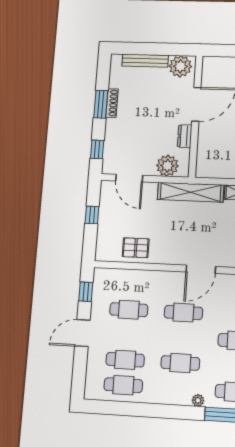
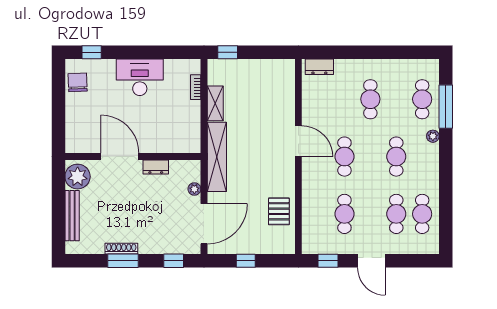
plant: (167, 166) -> (194, 189), width x0.53, depth x0.53
door: (129, 178) -> (204, 224), width x1.36

